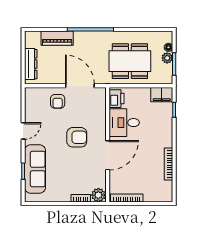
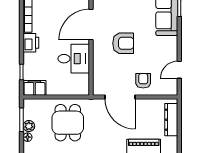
dining table: (130, 61) -> (68, 123), width x0.73
printer: (117, 99) -> (31, 43), moved, turned 180
door: (23, 131) -> (179, 70), moved
armchair: (77, 137) -> (123, 43), turned 180

